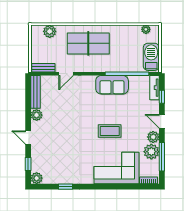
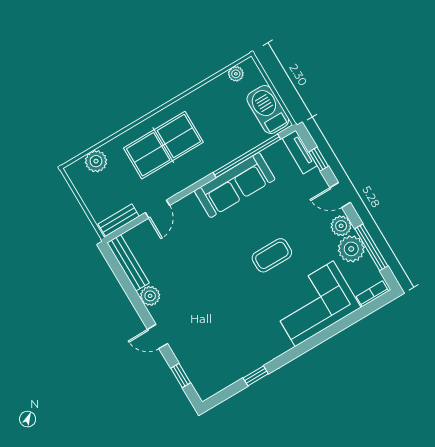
sofa: (112, 85) -> (235, 185), width x1.36
plant: (37, 178) -> (206, 389), removed

